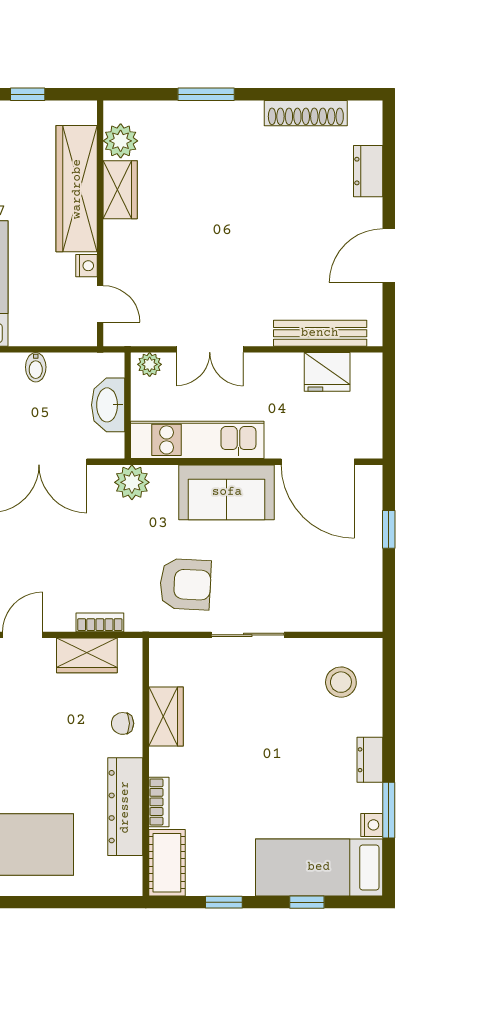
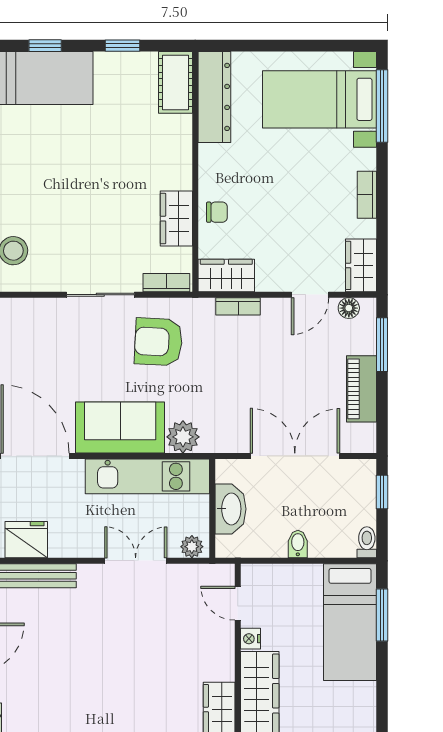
plant: (132, 482) -> (183, 437), moved
wardrobe: (87, 655) -> (226, 276), moved
bookcase: (159, 802) -> (166, 283), moved, turned 90
dresser: (125, 807) -> (214, 97), moved

